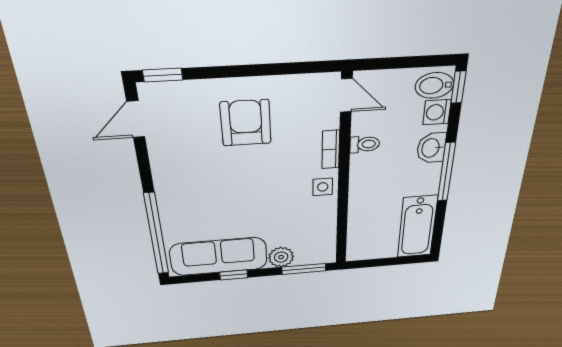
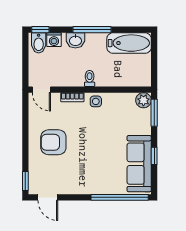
door: (346, 95) -> (41, 90), swing flipped
toilet: (365, 144) -> (90, 78), moved
plant: (281, 257) -> (143, 100), moved

